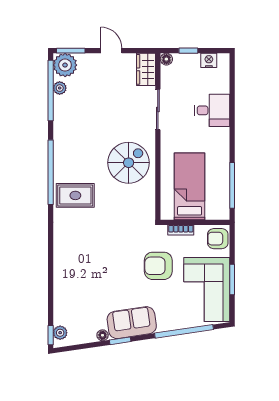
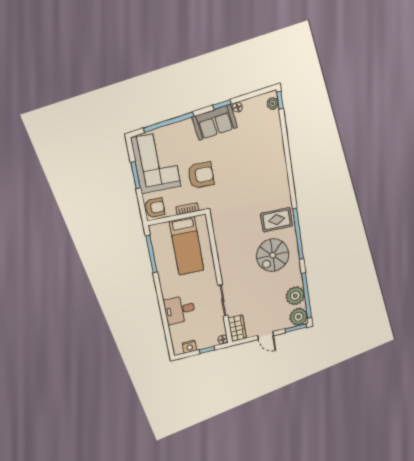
plant: (60, 88) -> (295, 296), width x1.88, depth x1.88
spiral stairs: (129, 163) -> (273, 255), moved

